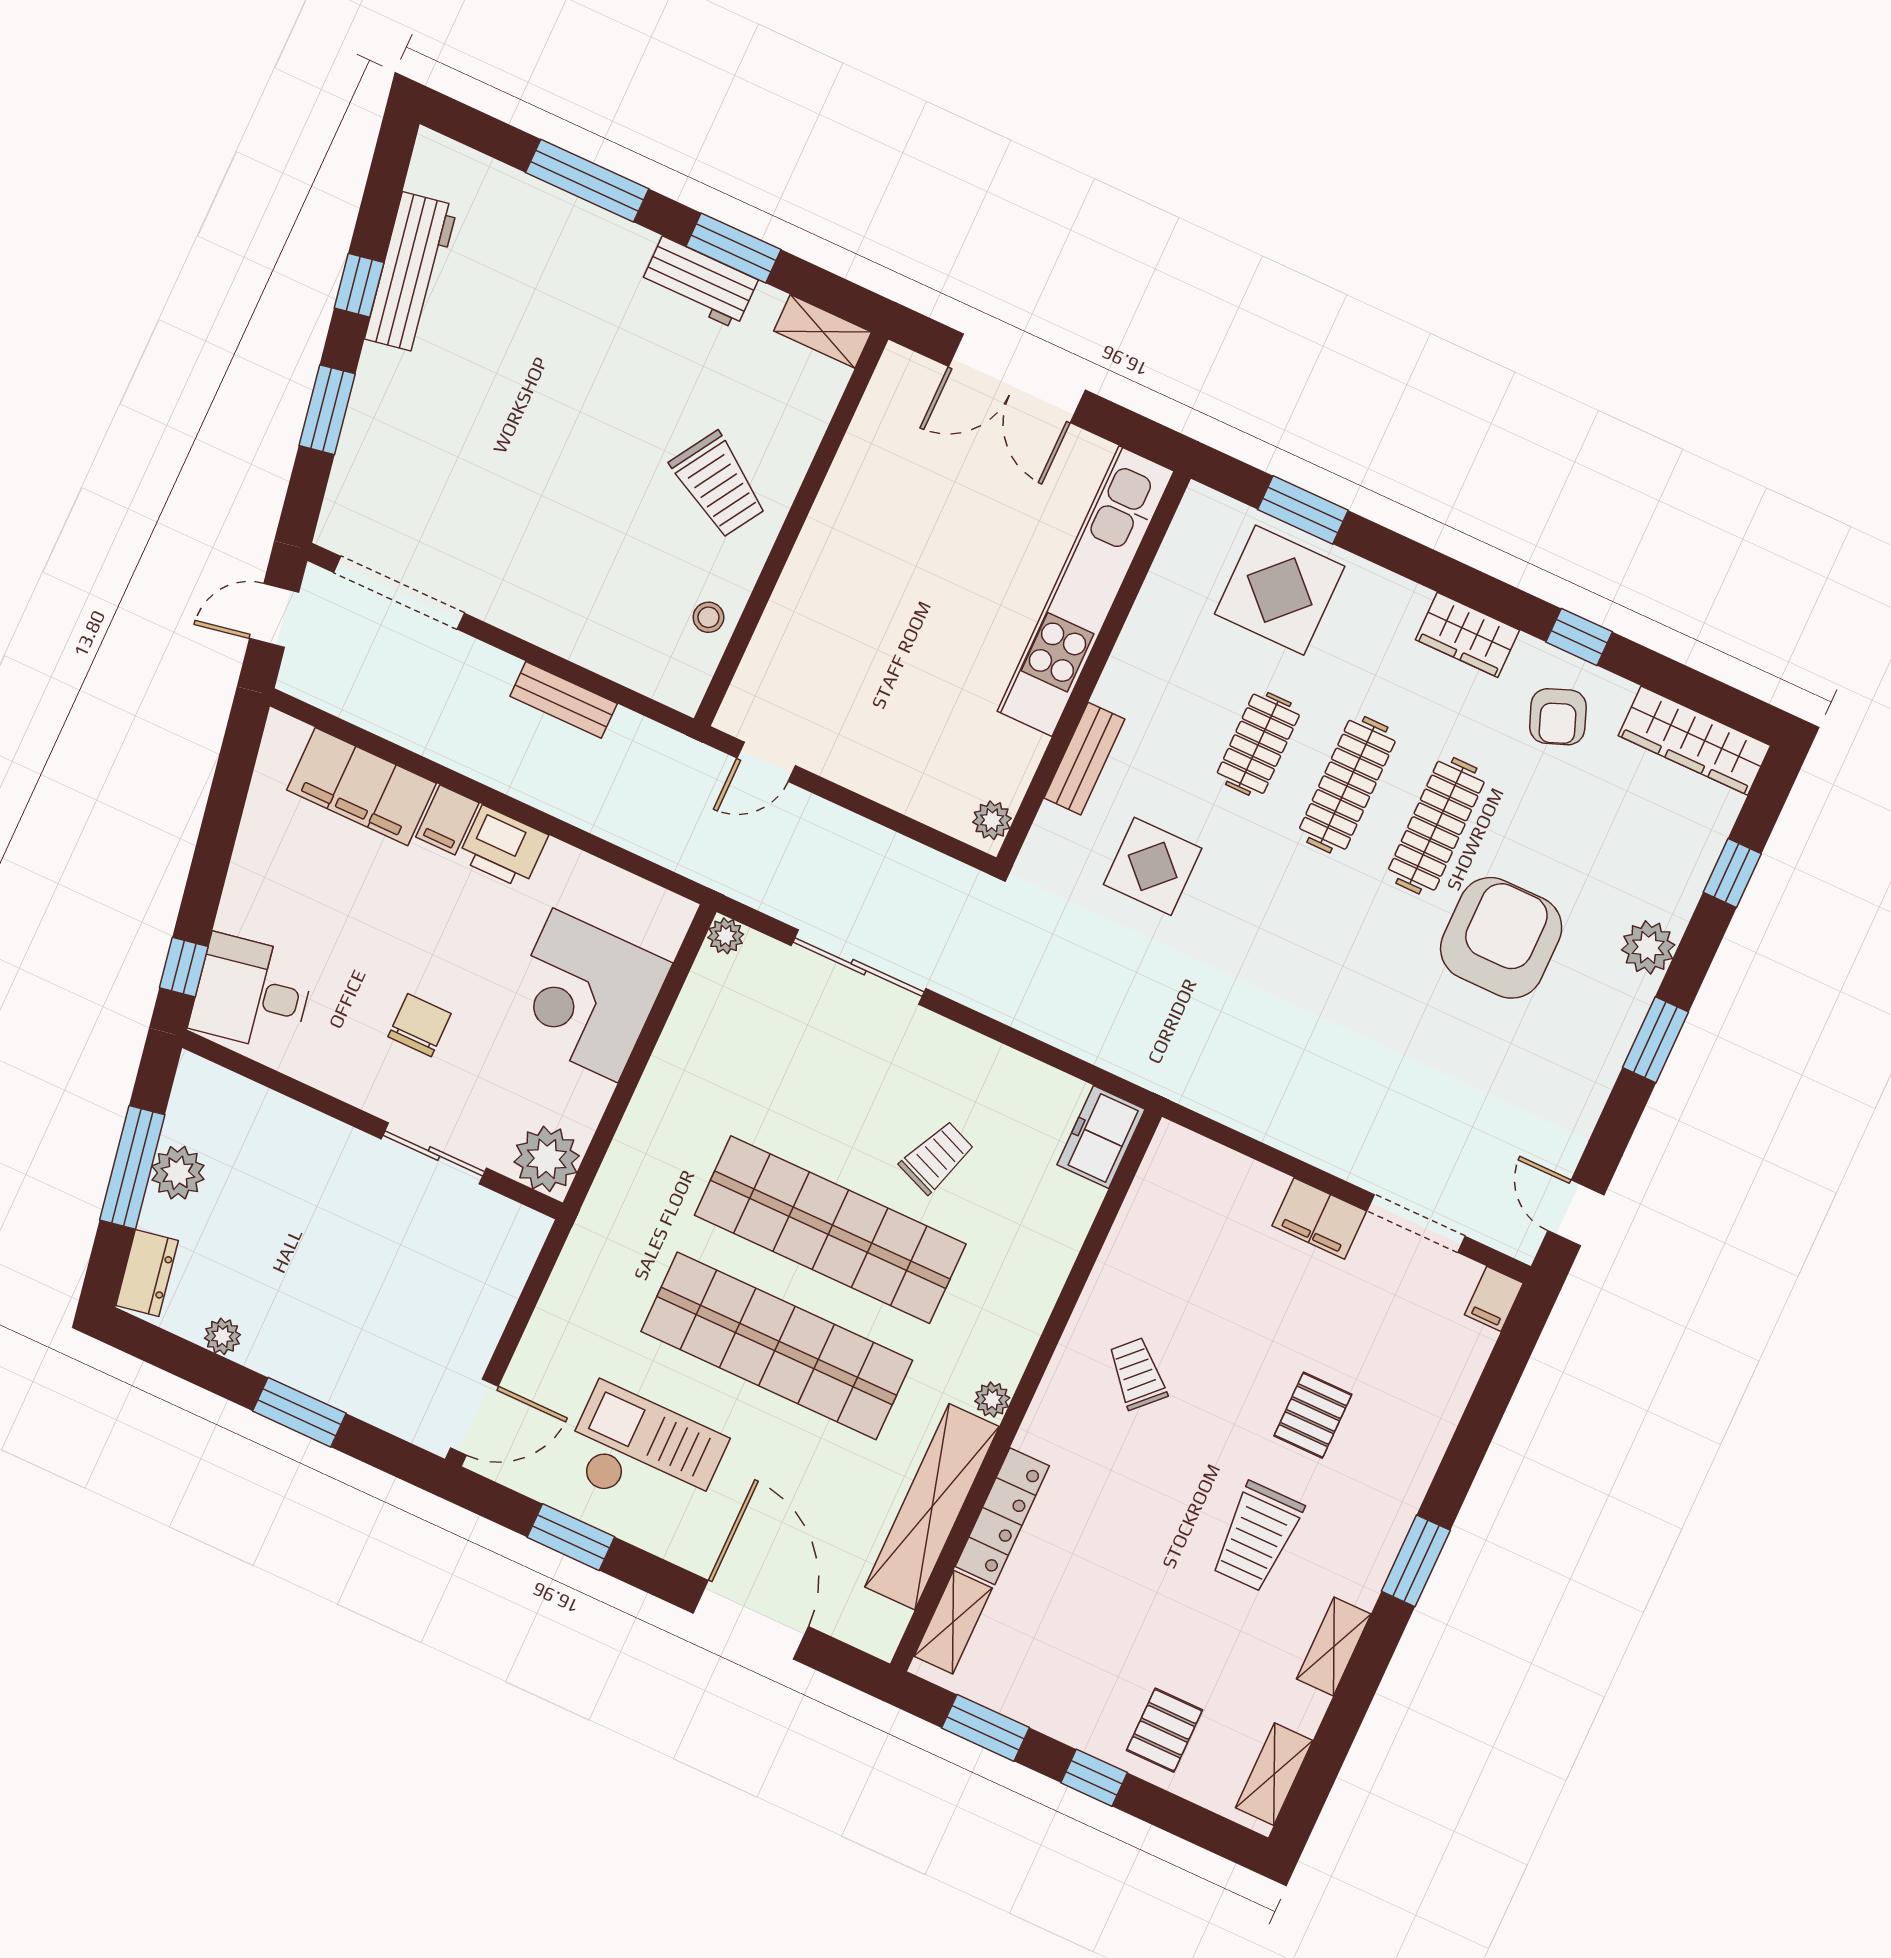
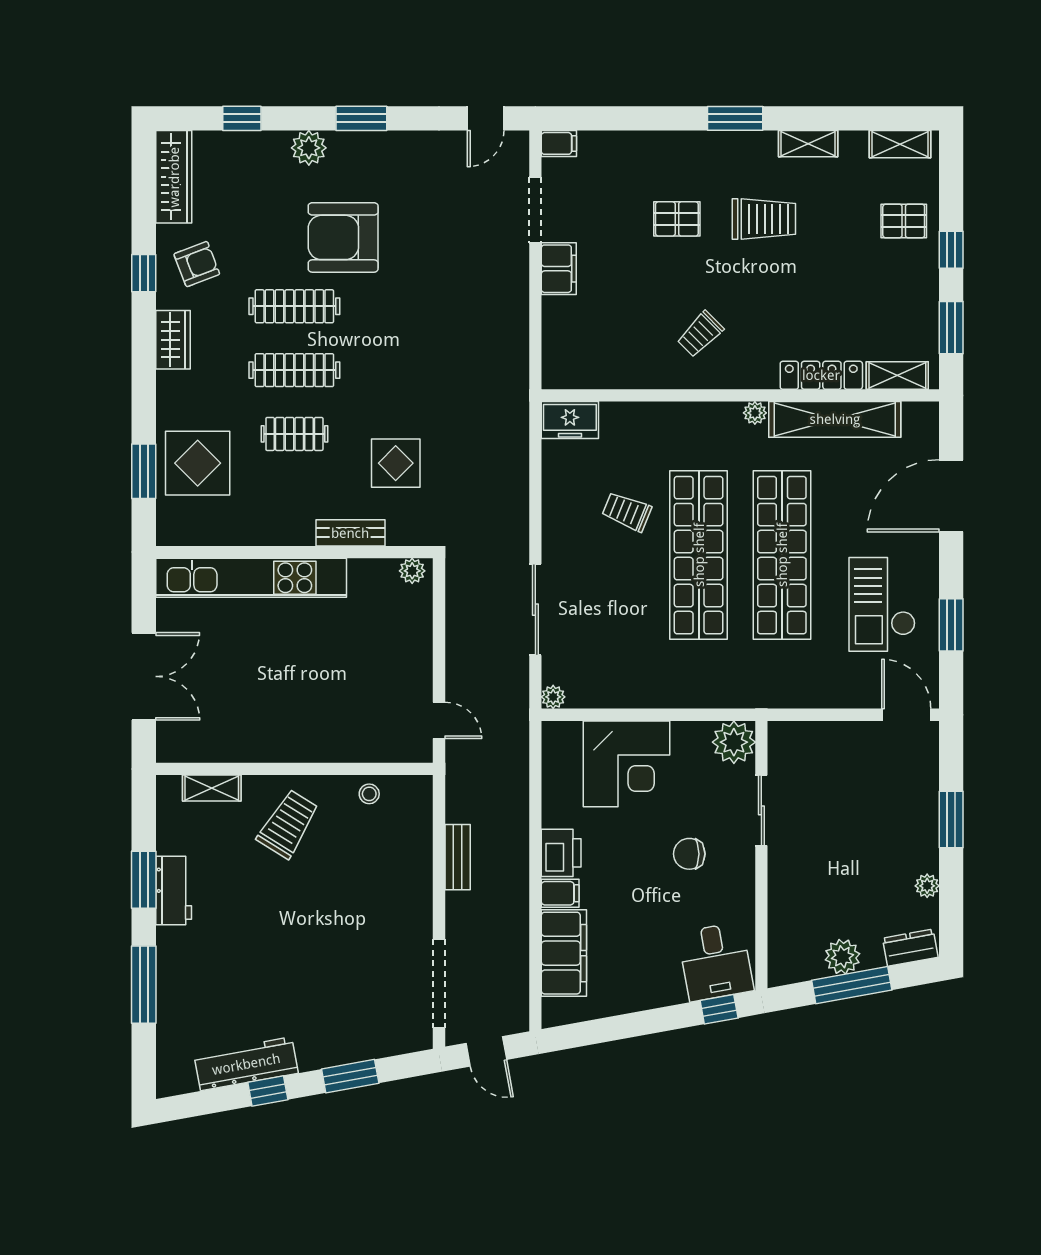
shelving: (823, 331) -> (212, 788), moved, turned 90

